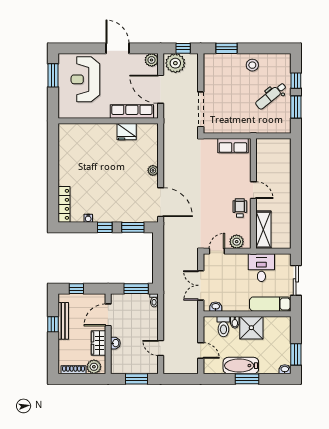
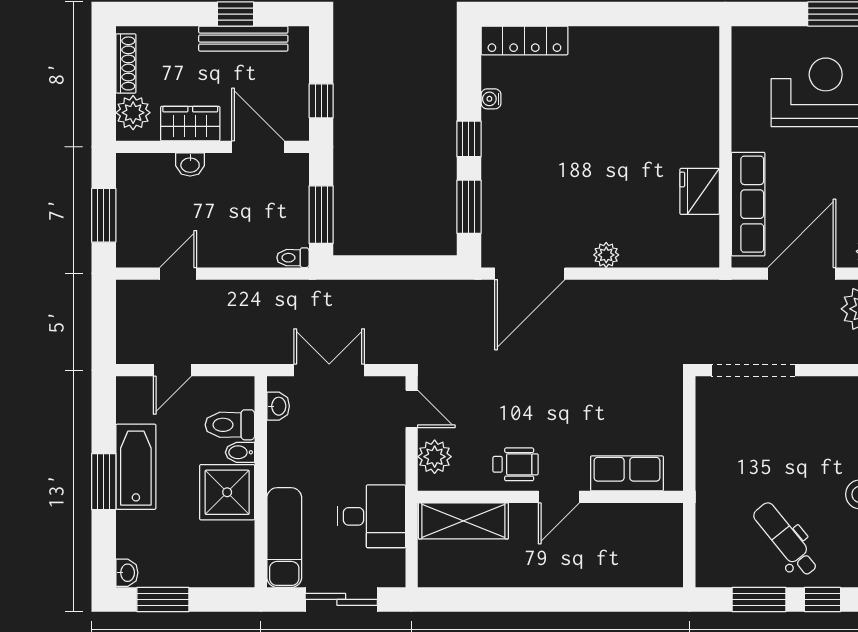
row of seats: (233, 146) -> (627, 473), moved, turned 90
window: (76, 289) -> (321, 101), moved

